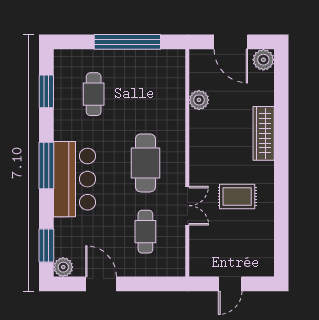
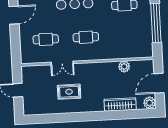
wardrobe: (264, 133) -> (120, 104), moved
cafe table: (145, 163) -> (86, 37), width x0.73, depth x0.74
rug: (237, 196) -> (69, 92), turned 90

